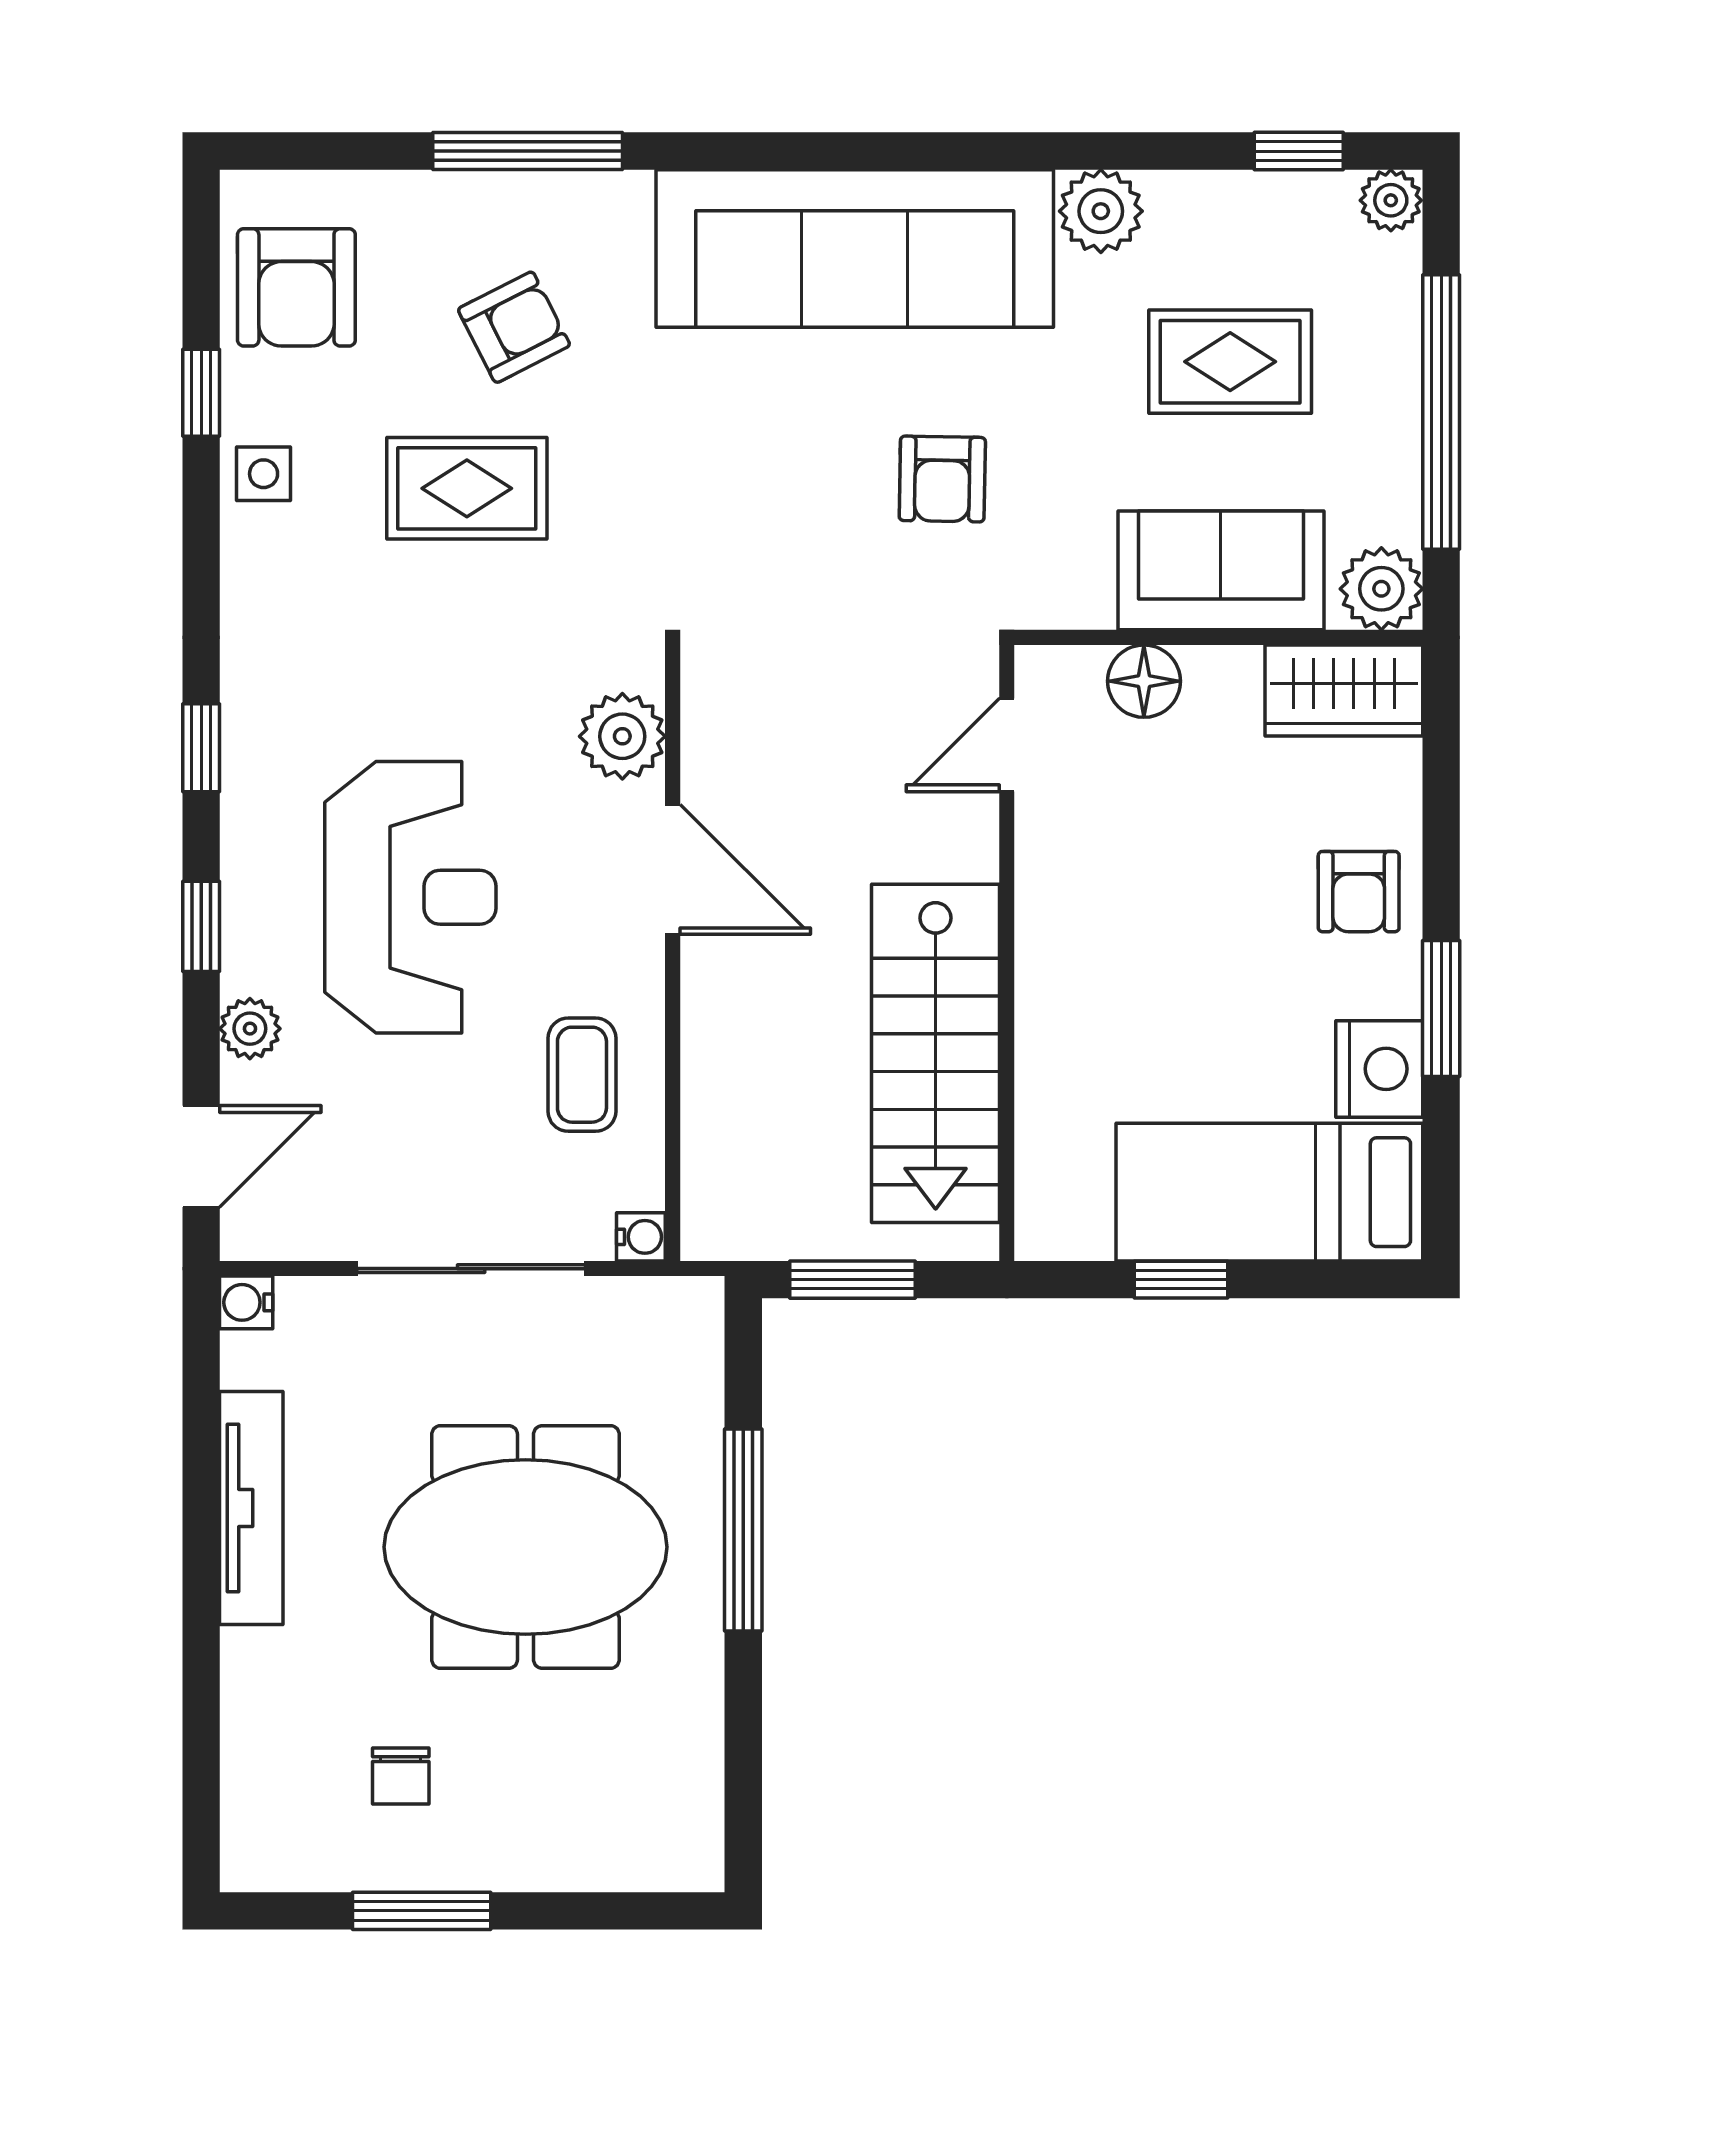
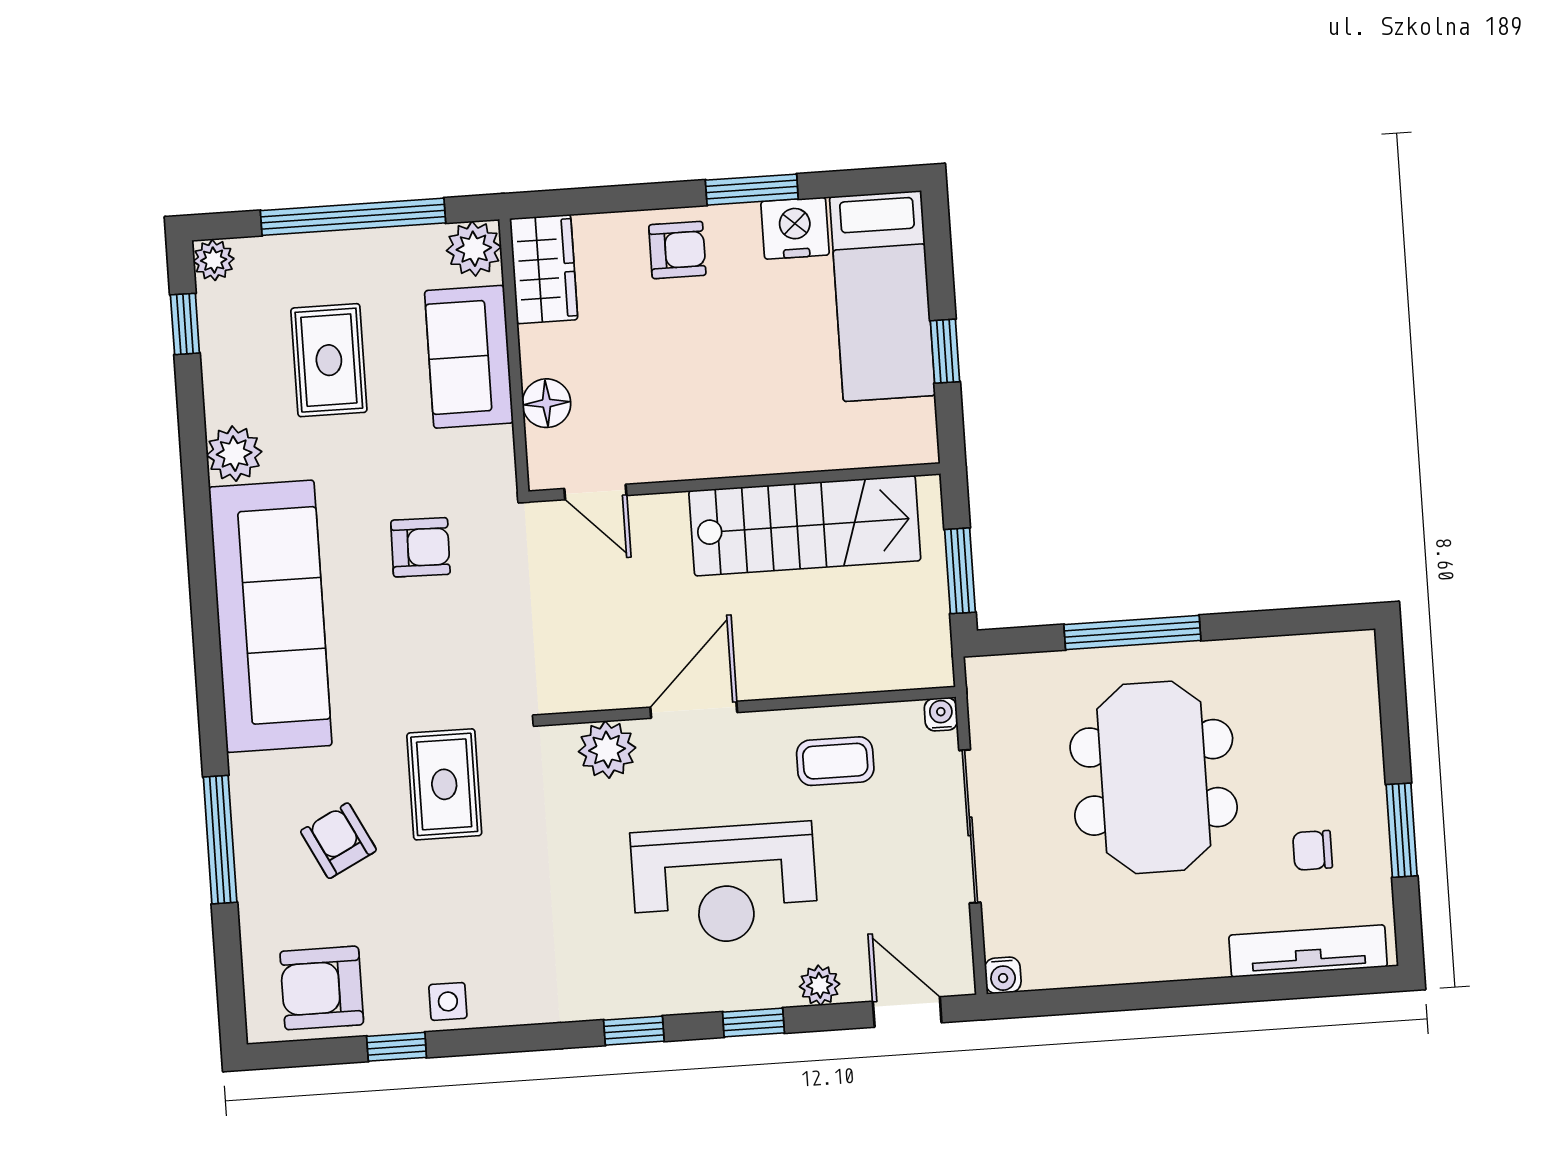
armchair: (296, 287) -> (322, 988), turned 180
rug: (467, 488) -> (444, 784), moved
reception desk: (410, 897) -> (724, 884), turned 180
tv unit: (251, 1508) -> (1308, 951), moved
chair: (401, 1776) -> (1313, 850), turned 180

